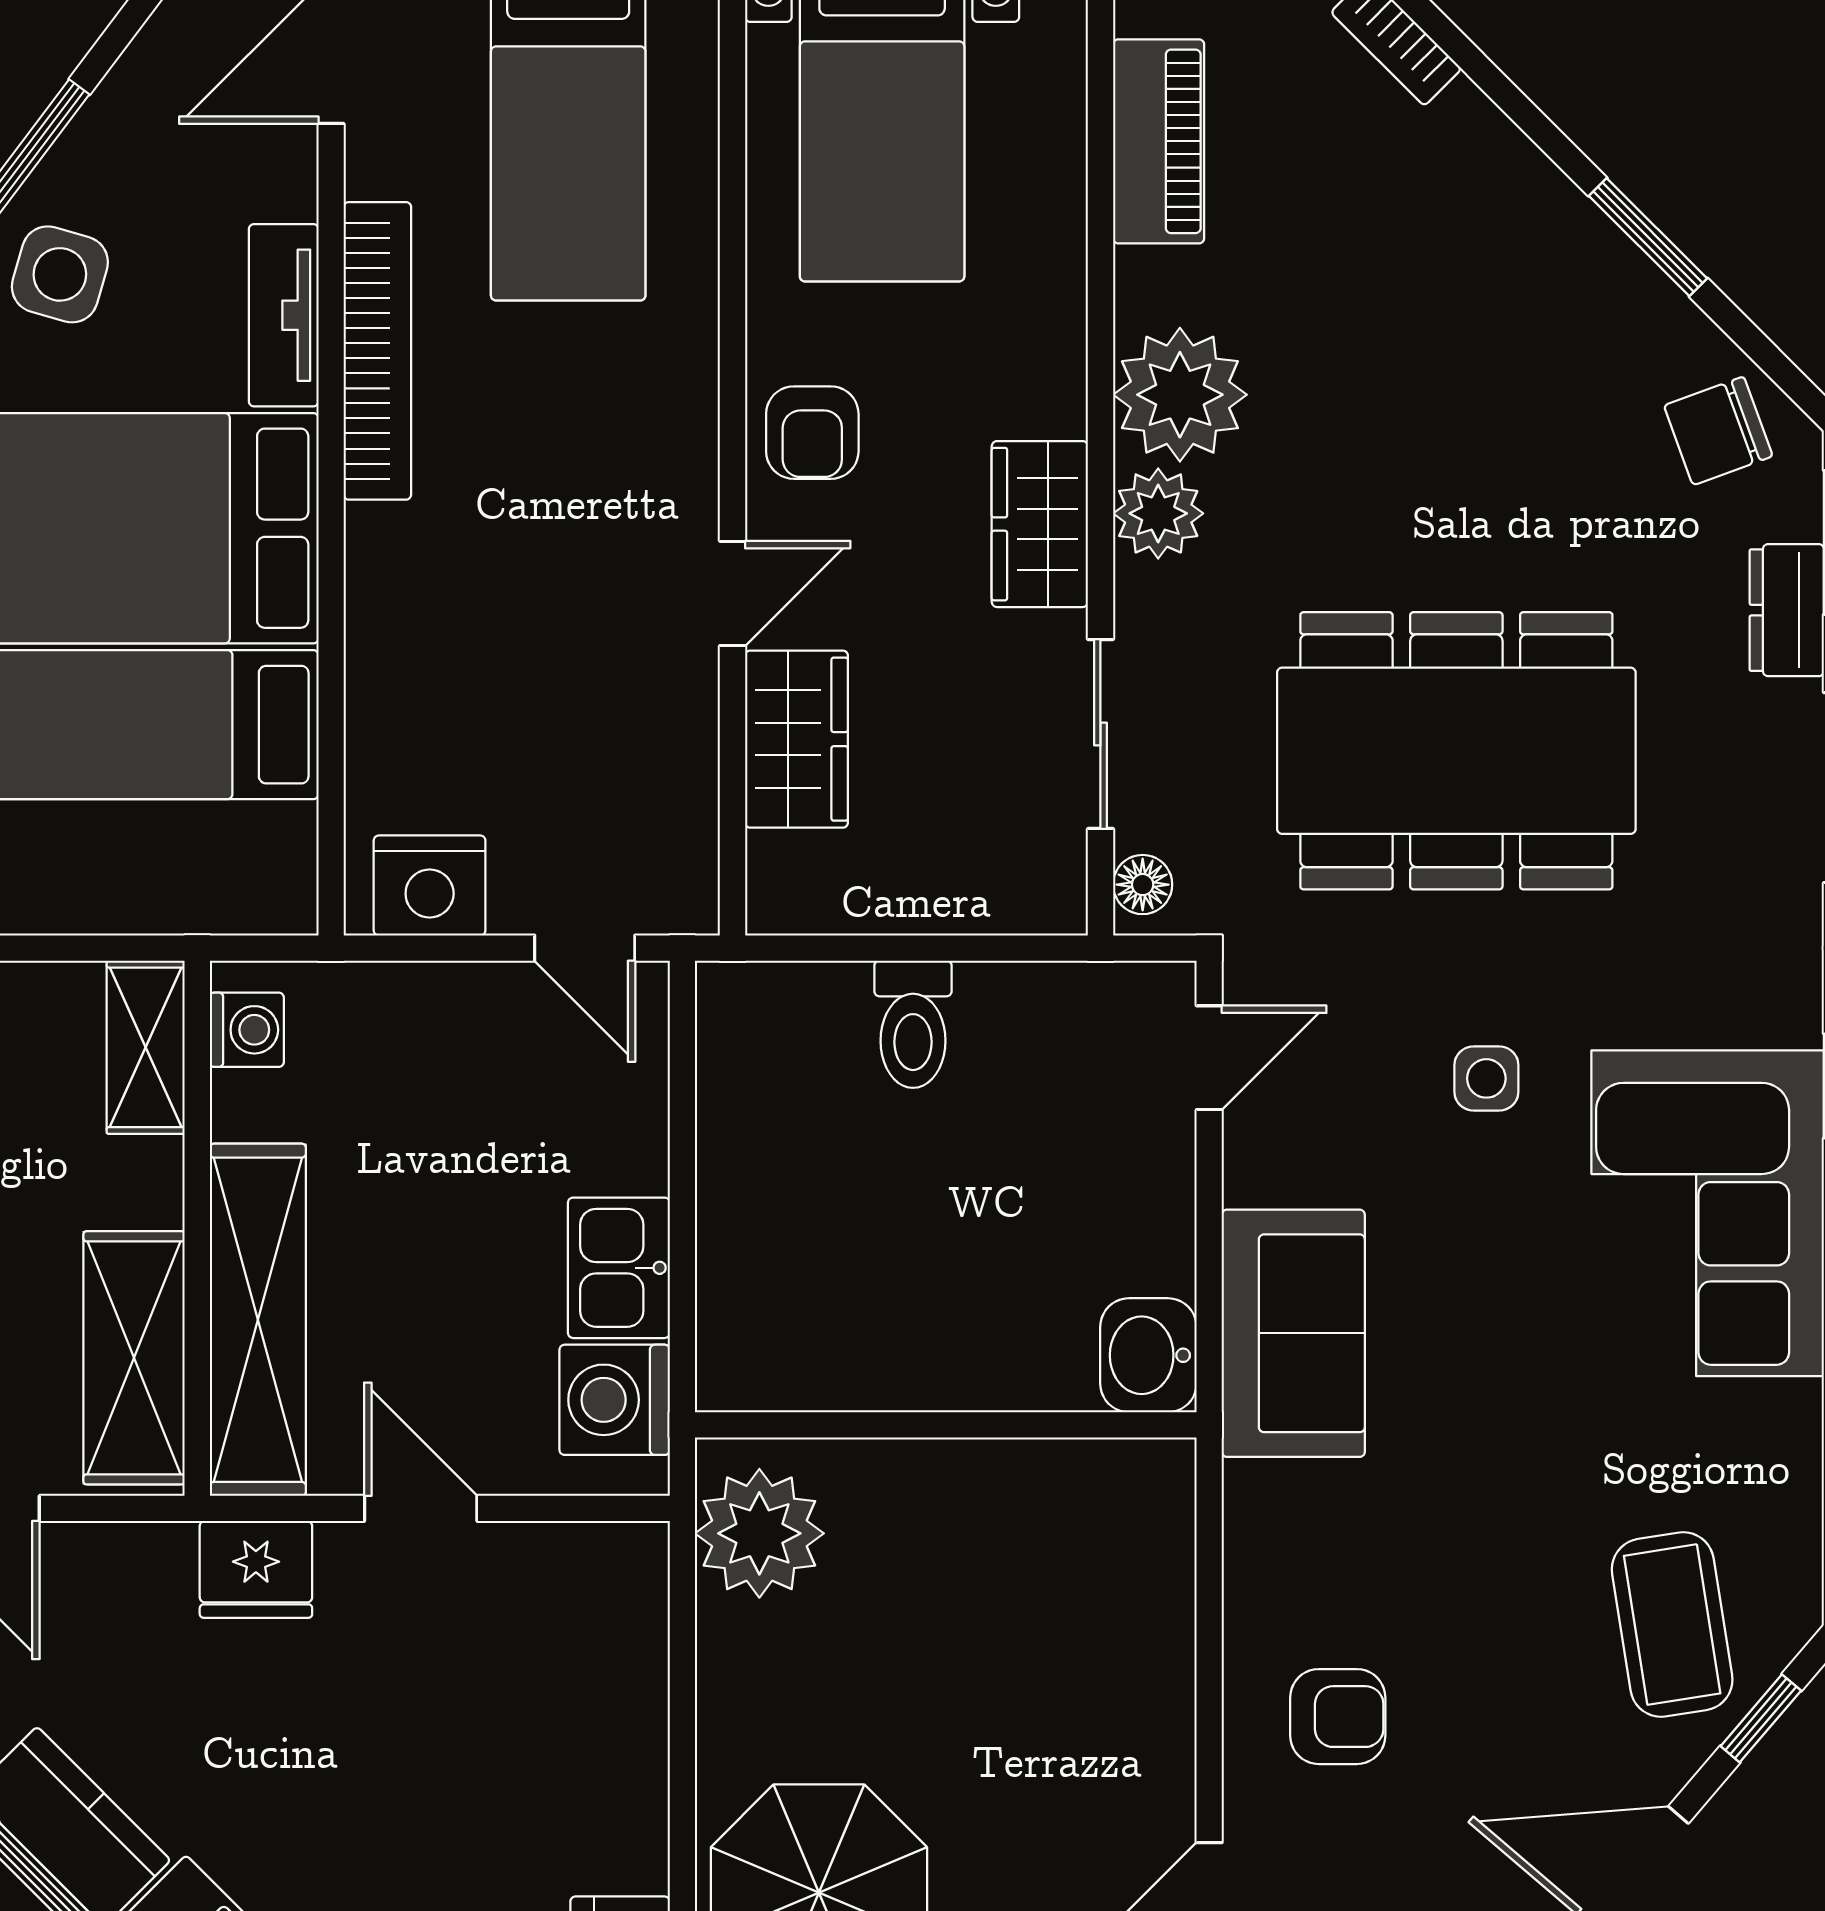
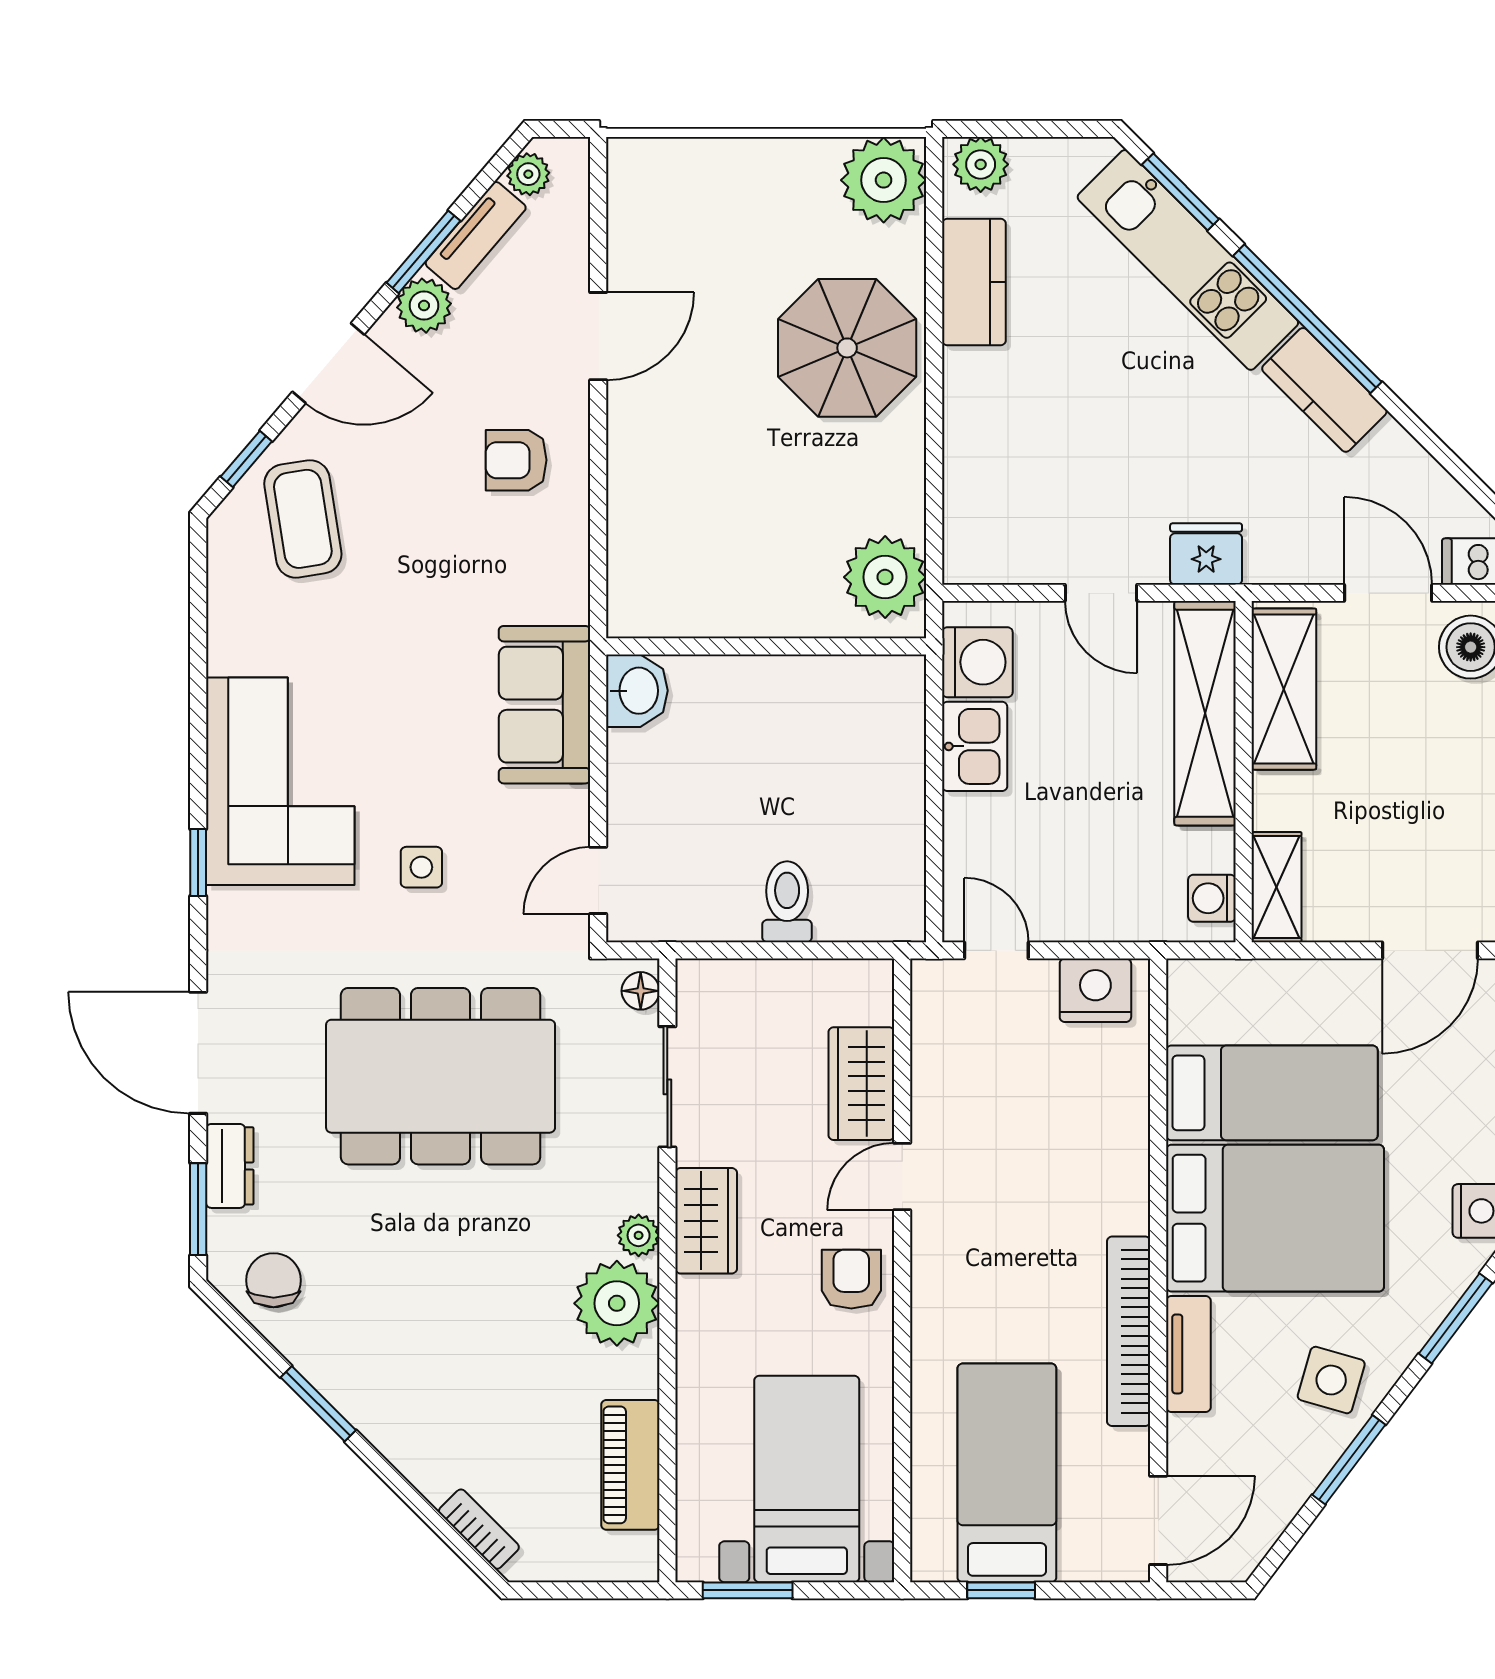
chair: (1718, 431) -> (274, 1280), turned -70
plant: (1158, 513) -> (639, 1235), width x0.73, depth x0.73

